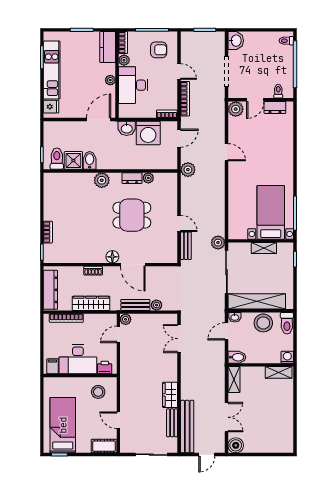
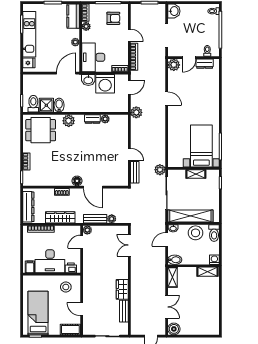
desk: (133, 85) -> (93, 57), moved
dining table: (132, 215) -> (41, 130), moved
bench: (187, 427) -> (136, 314), removed

